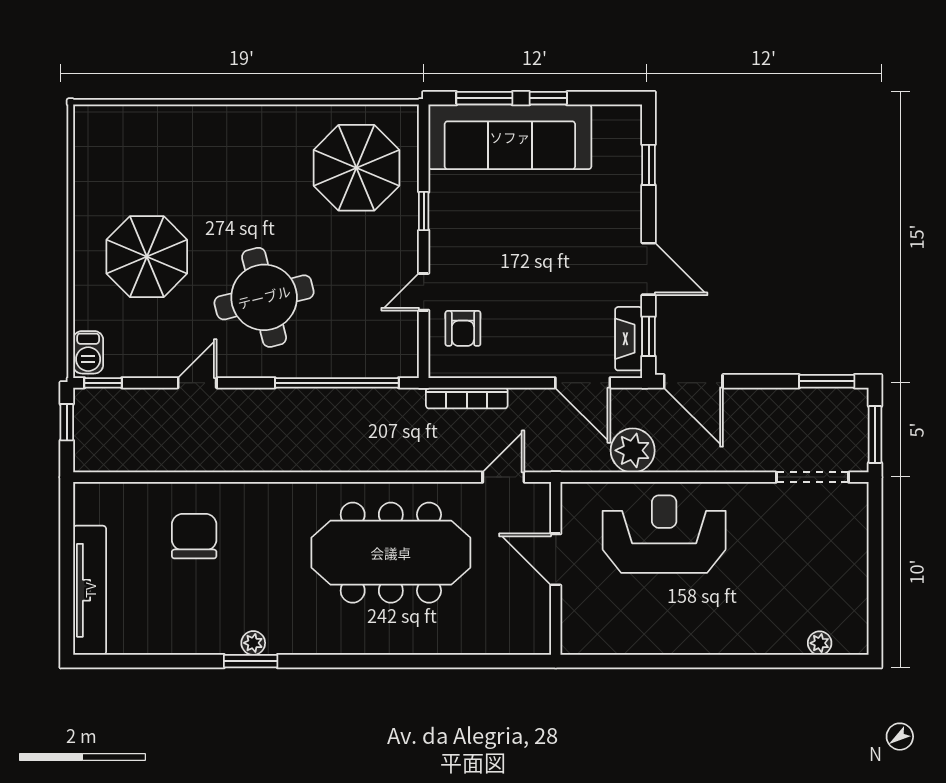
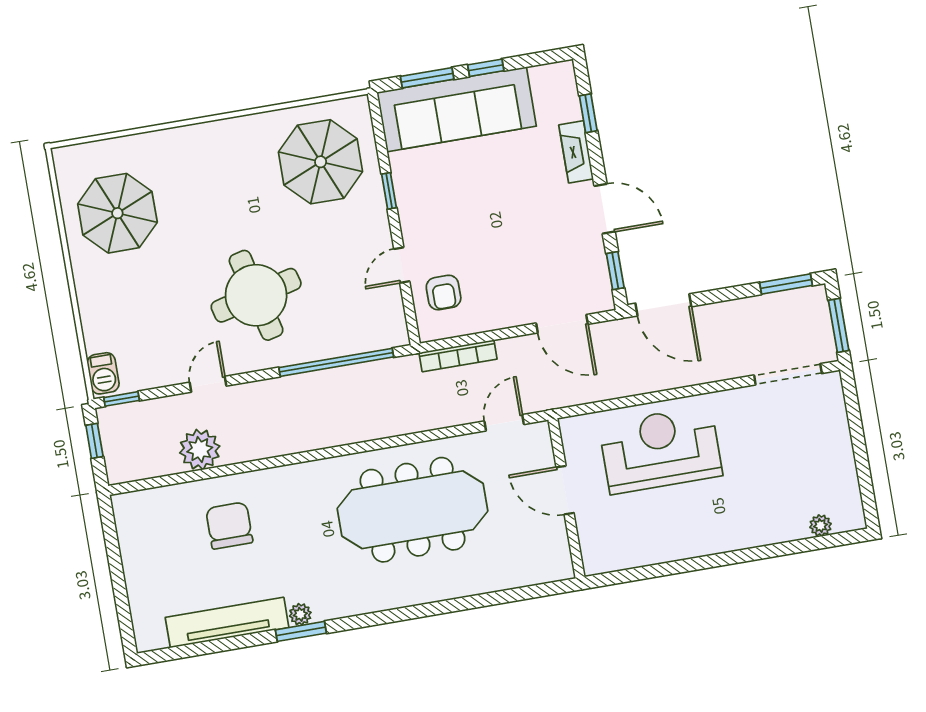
parasol: (147, 257) -> (117, 213), moved
fireplace: (629, 339) -> (576, 152), moved
plant: (633, 450) -> (200, 450), moved
tv unit: (90, 590) -> (227, 622), moved, turned -90

